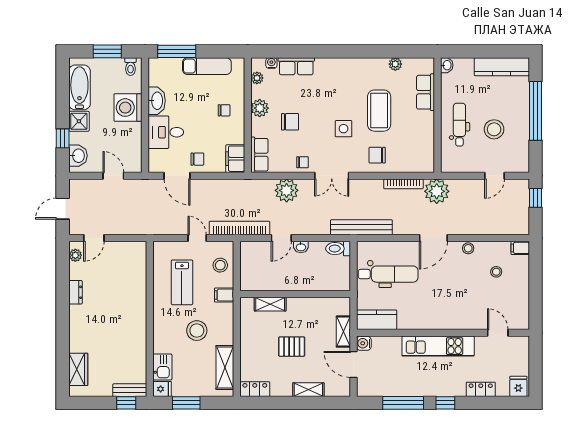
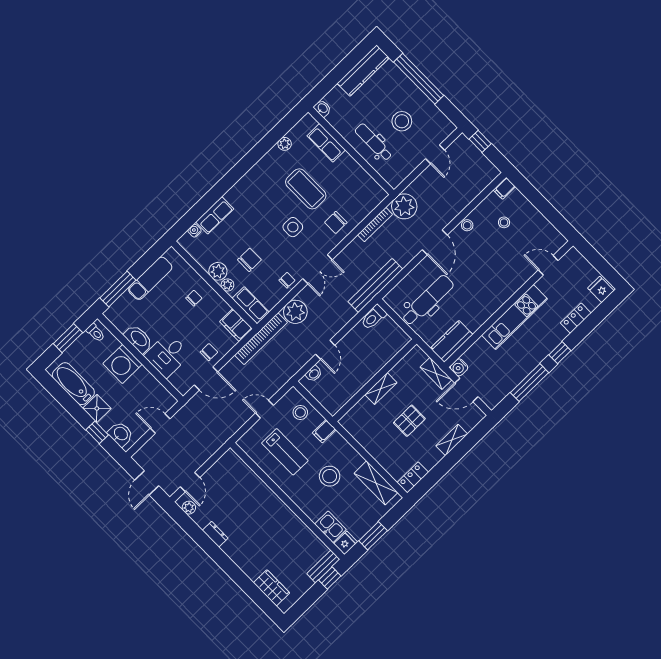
plant: (257, 78) -> (227, 285), moved
bookcase: (239, 228) -> (261, 339), moved, turned 180
washbasin: (301, 247) -> (314, 374), moved
shelving: (270, 304) -> (381, 389), moved

